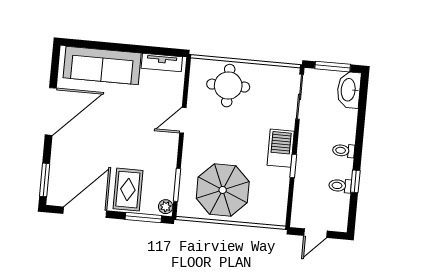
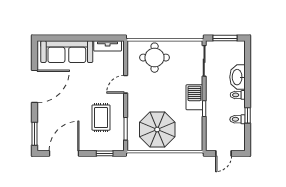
washbasin: (349, 90) -> (238, 77), moved
rug: (128, 190) -> (101, 118), moved
plant: (166, 207) -> (119, 144), removed
window: (143, 218) -> (105, 153), width x0.67

